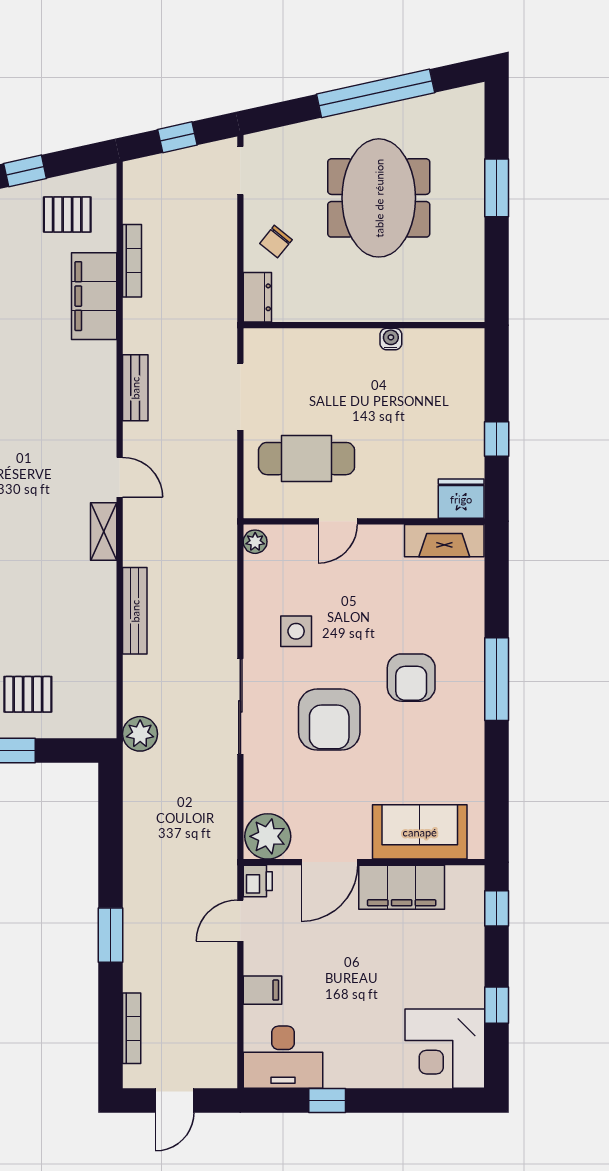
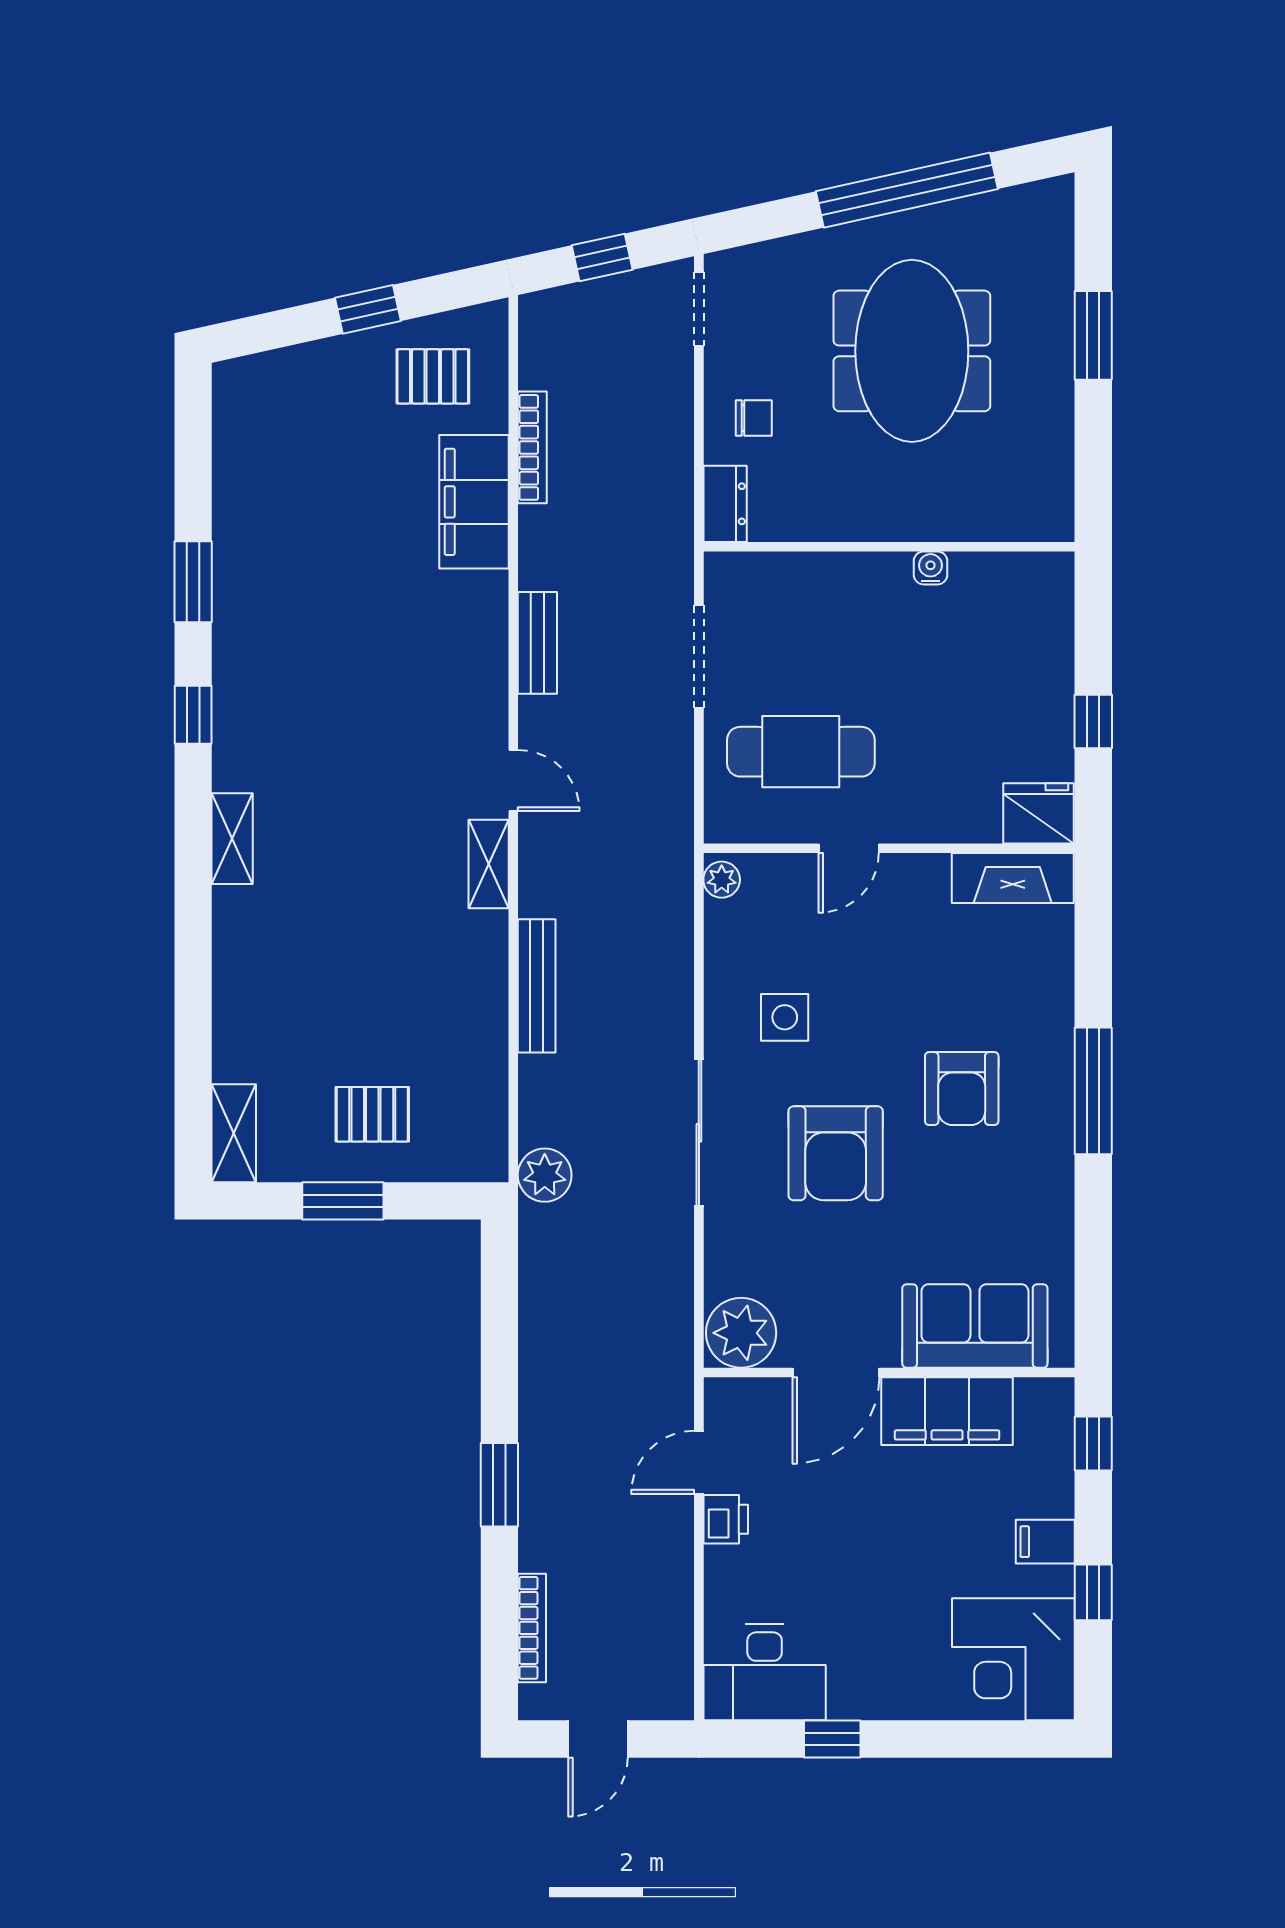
chair: (276, 242) -> (754, 418), turned -129
printer: (258, 881) -> (726, 1519), moved
filing cabinet: (262, 990) -> (1045, 1542), moved, turned 180

